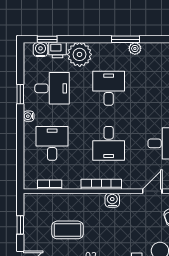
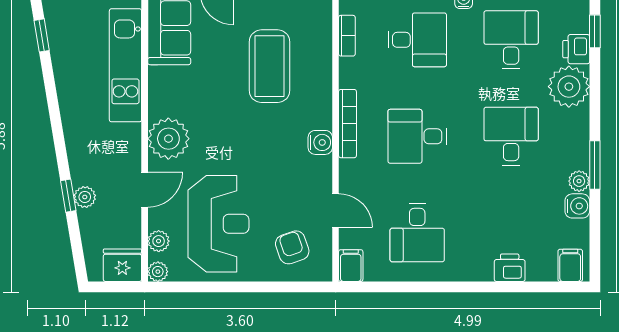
water cooler: (40, 50) -> (577, 206), moved
desk: (52, 88) -> (511, 40), turned 180
desk: (109, 88) -> (511, 136), turned -90
coffee table: (68, 230) -> (269, 66), width x1.36, depth x1.32

